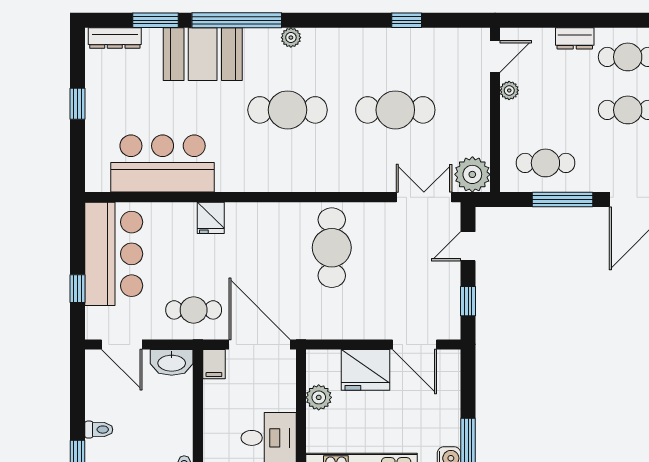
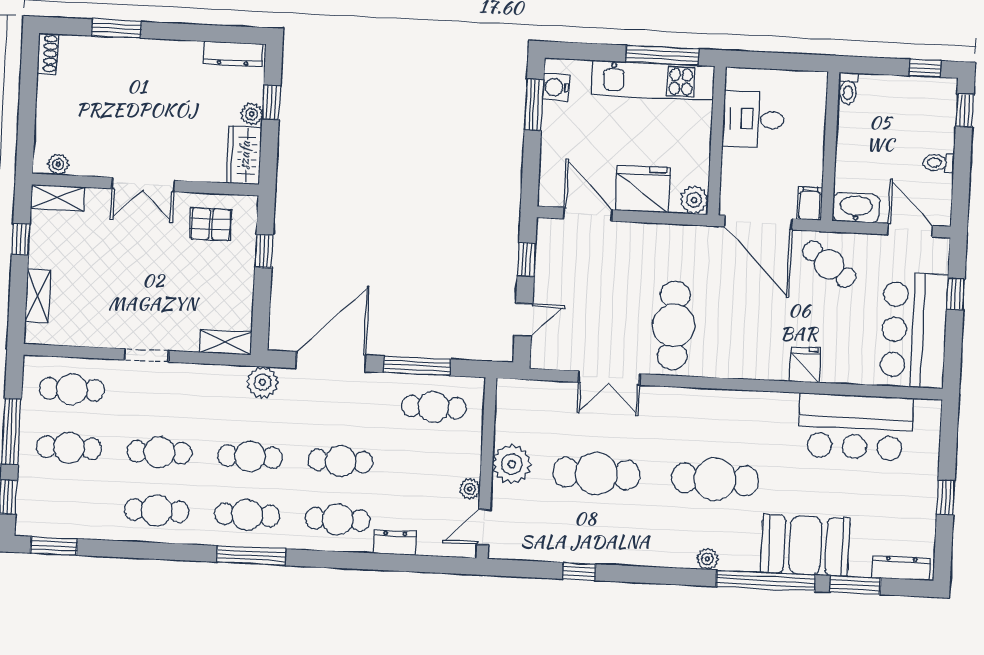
plant: (472, 174) -> (512, 464), moved
double door: (424, 197) -> (609, 378), moved
cafe table: (194, 310) -> (829, 264), turned 36
plant: (319, 397) -> (694, 200), moved
toilet: (99, 430) -> (939, 163), moved

